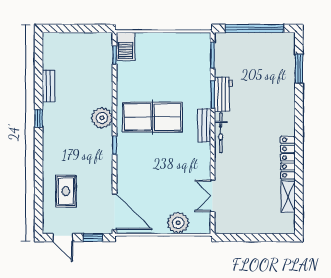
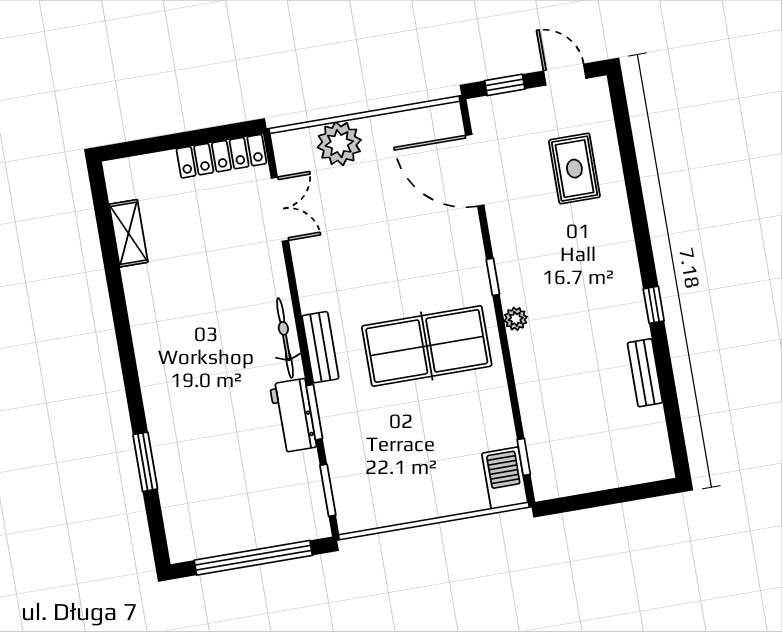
window: (299, 69) -> (145, 462), moved
plant: (102, 118) -> (516, 319), width x0.53, depth x0.53
locker: (288, 158) -> (221, 156), moved, turned 90
door: (114, 212) -> (475, 170), moved

